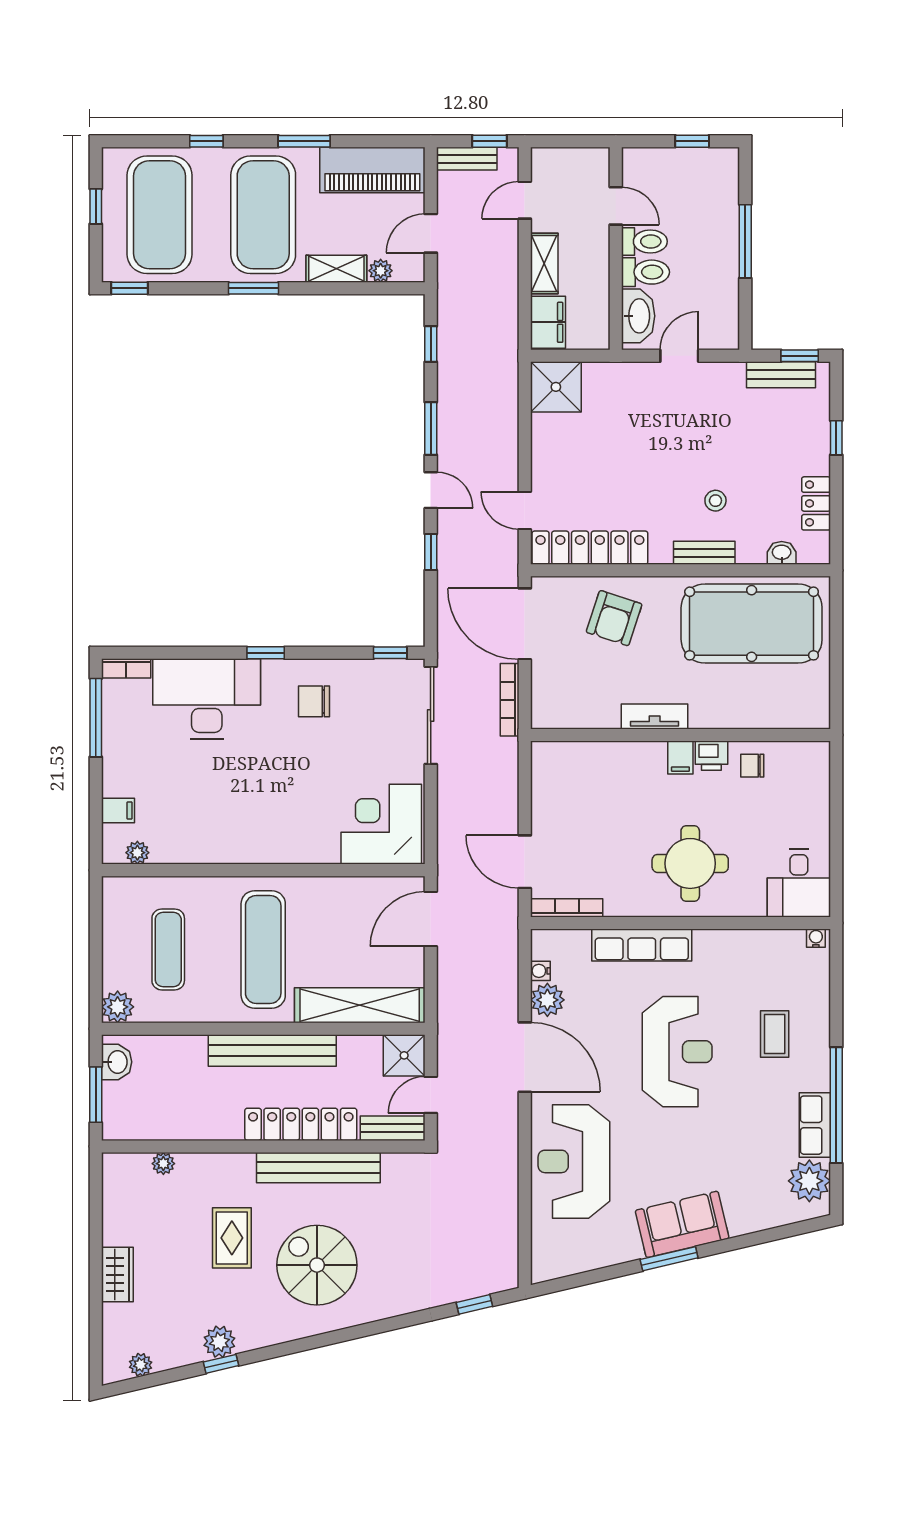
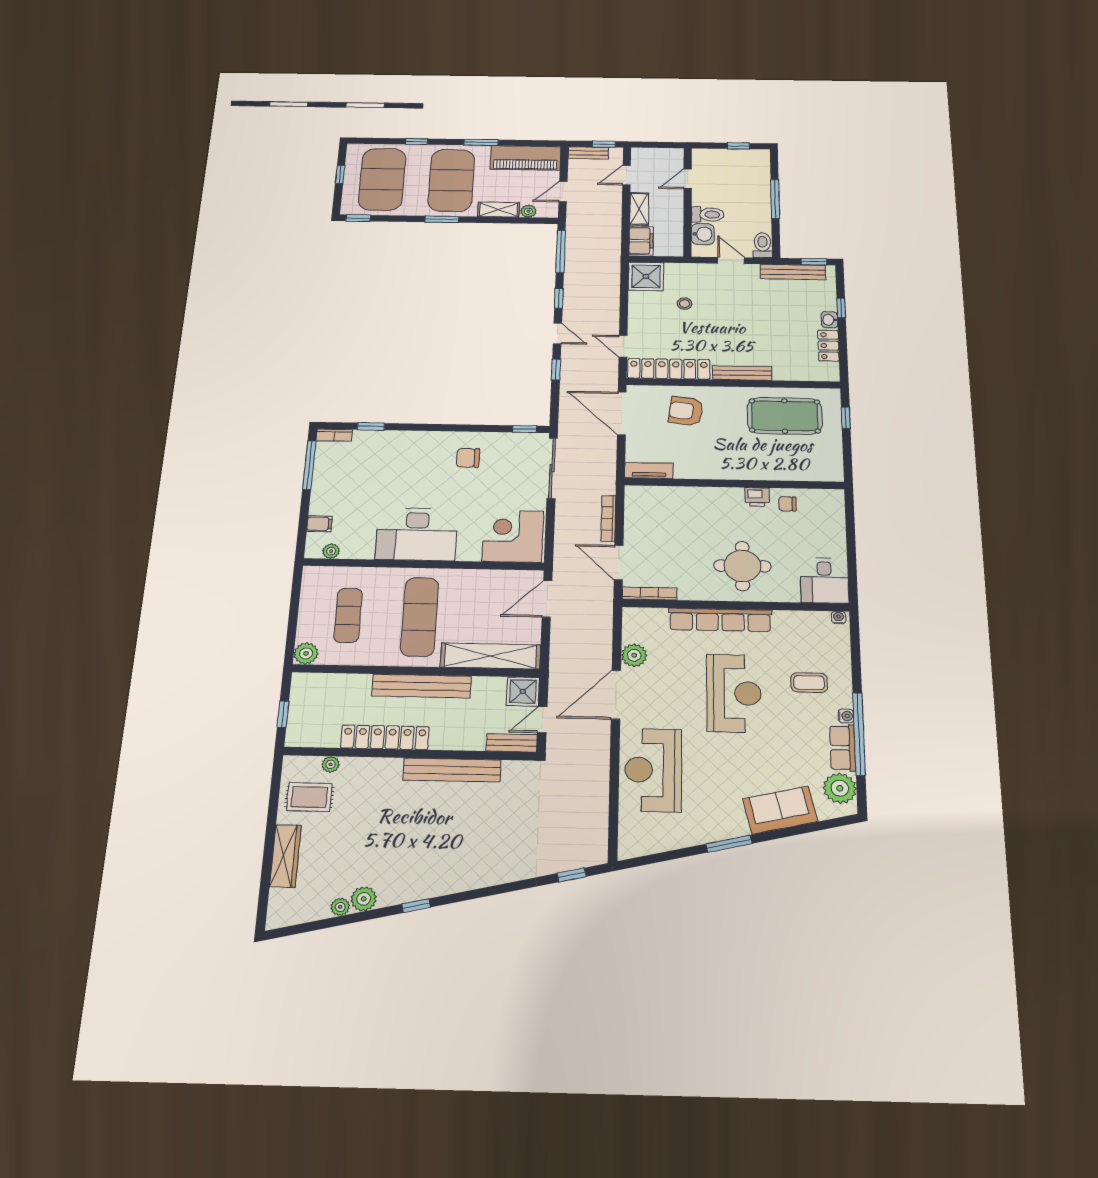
door: (616, 206) -> (688, 179), swing flipped
toilet: (644, 241) -> (763, 245), moved, turned -90
washbasin: (638, 316) -> (703, 234), width x0.72
window: (431, 344) -> (561, 251), width x2.17
door: (679, 356) -> (731, 260), hinge flipped
bench: (781, 375) -> (793, 272), width x1.36
window: (431, 428) -> (559, 298), width x0.67
stool: (715, 501) -> (685, 304), moved
bench: (704, 553) -> (742, 373), width x1.36
washbasin: (782, 553) -> (829, 320), moved, turned -90
armchair: (614, 618) -> (686, 411), turned 79
pool table: (752, 624) -> (785, 416), width x0.73, depth x0.76
window: (836, 625) -> (846, 418), added
window: (266, 653) -> (371, 426), moved
desk: (207, 699) -> (417, 534), moved, turned 180
bookcase: (510, 700) -> (608, 518), moved
tv unit: (655, 716) -> (649, 470), moved
filing cabinet: (680, 757) -> (734, 498), removed
row of seats: (642, 945) -> (720, 620), width x1.36
water cooler: (540, 971) -> (846, 716), moved, turned 180
coffee table: (775, 1034) -> (809, 683), turned 90
door: (525, 1057) -> (616, 695), swing flipped
washbasin: (117, 1062) -> (301, 691), removed
window: (96, 1095) -> (283, 714), width x0.67
locker: (301, 1124) -> (385, 737), moved
sofa: (682, 1224) -> (780, 810), moved
rug: (232, 1238) -> (309, 797), moved, turned 90
spiral stairs: (317, 1265) -> (446, 842), removed
wardrobe: (117, 1275) -> (285, 856), width x1.50
window: (221, 1364) -> (416, 906), moved
plant: (141, 1365) -> (340, 907), moved

